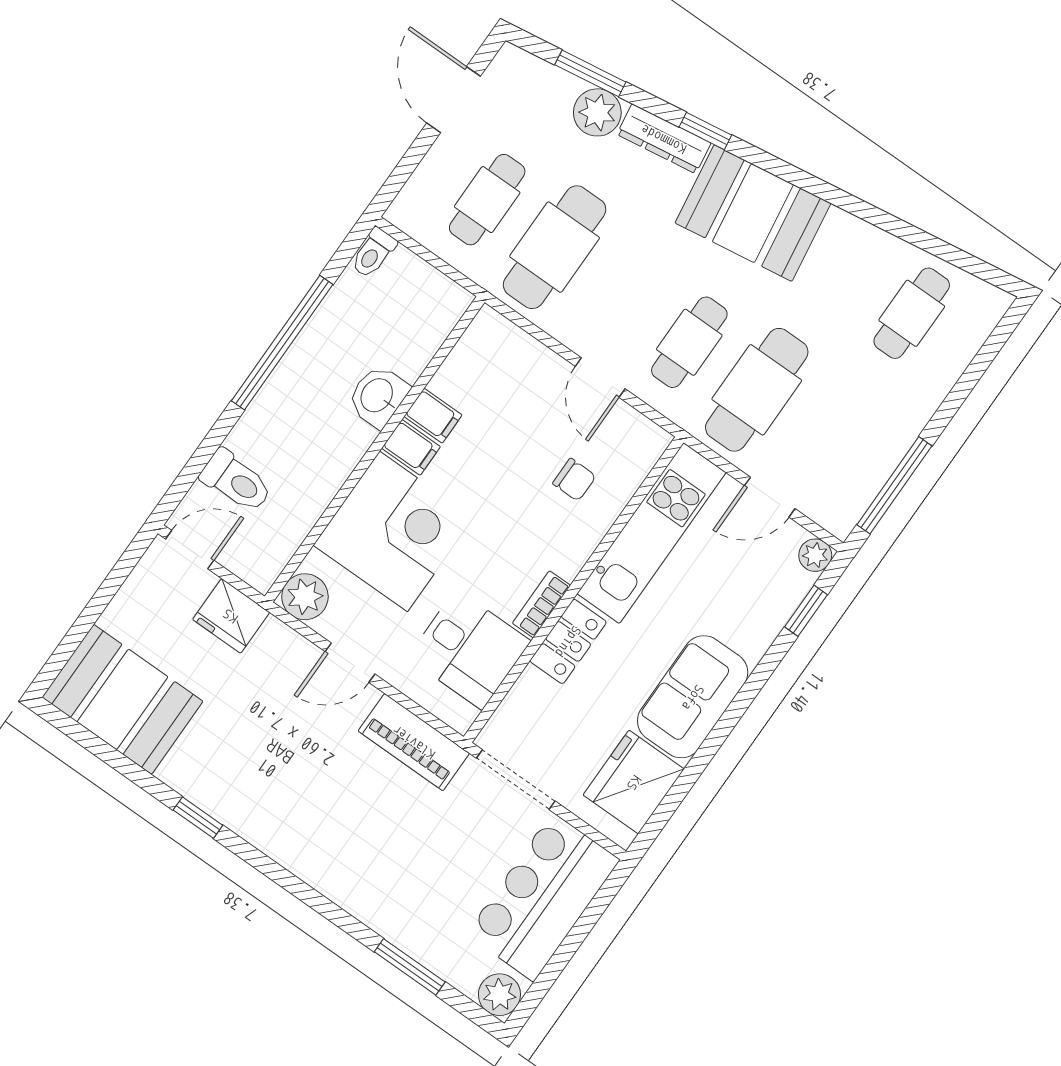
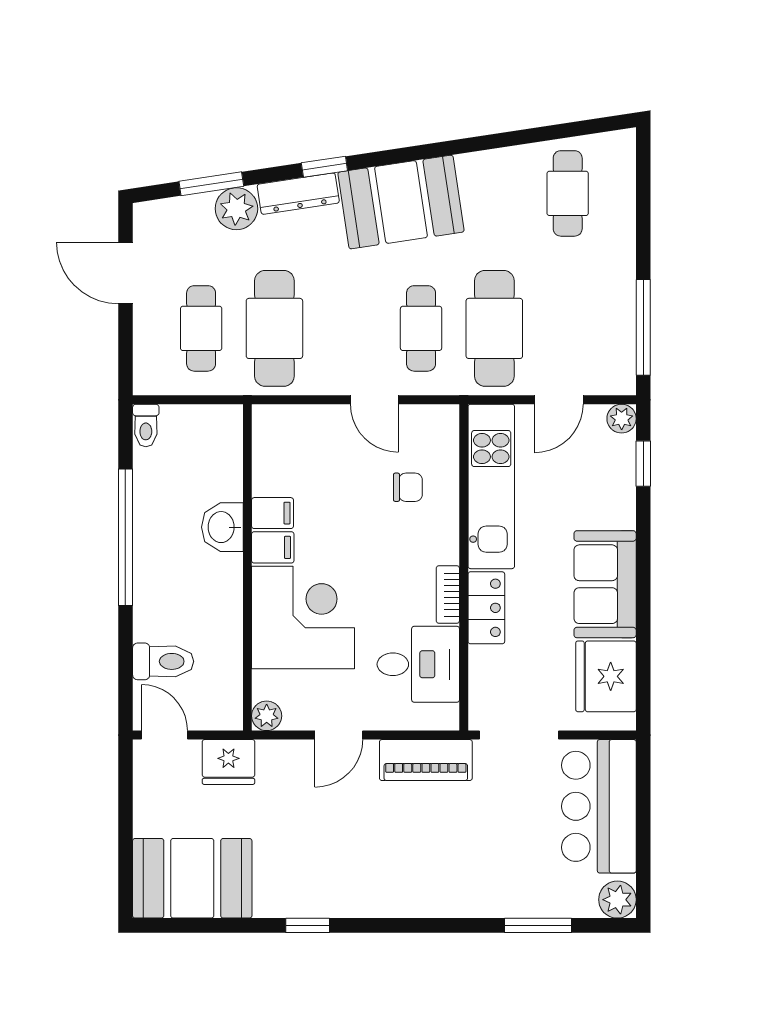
door: (190, 550) -> (164, 735), hinge flipped
plant: (305, 597) -> (267, 716), width x0.73, depth x0.73

